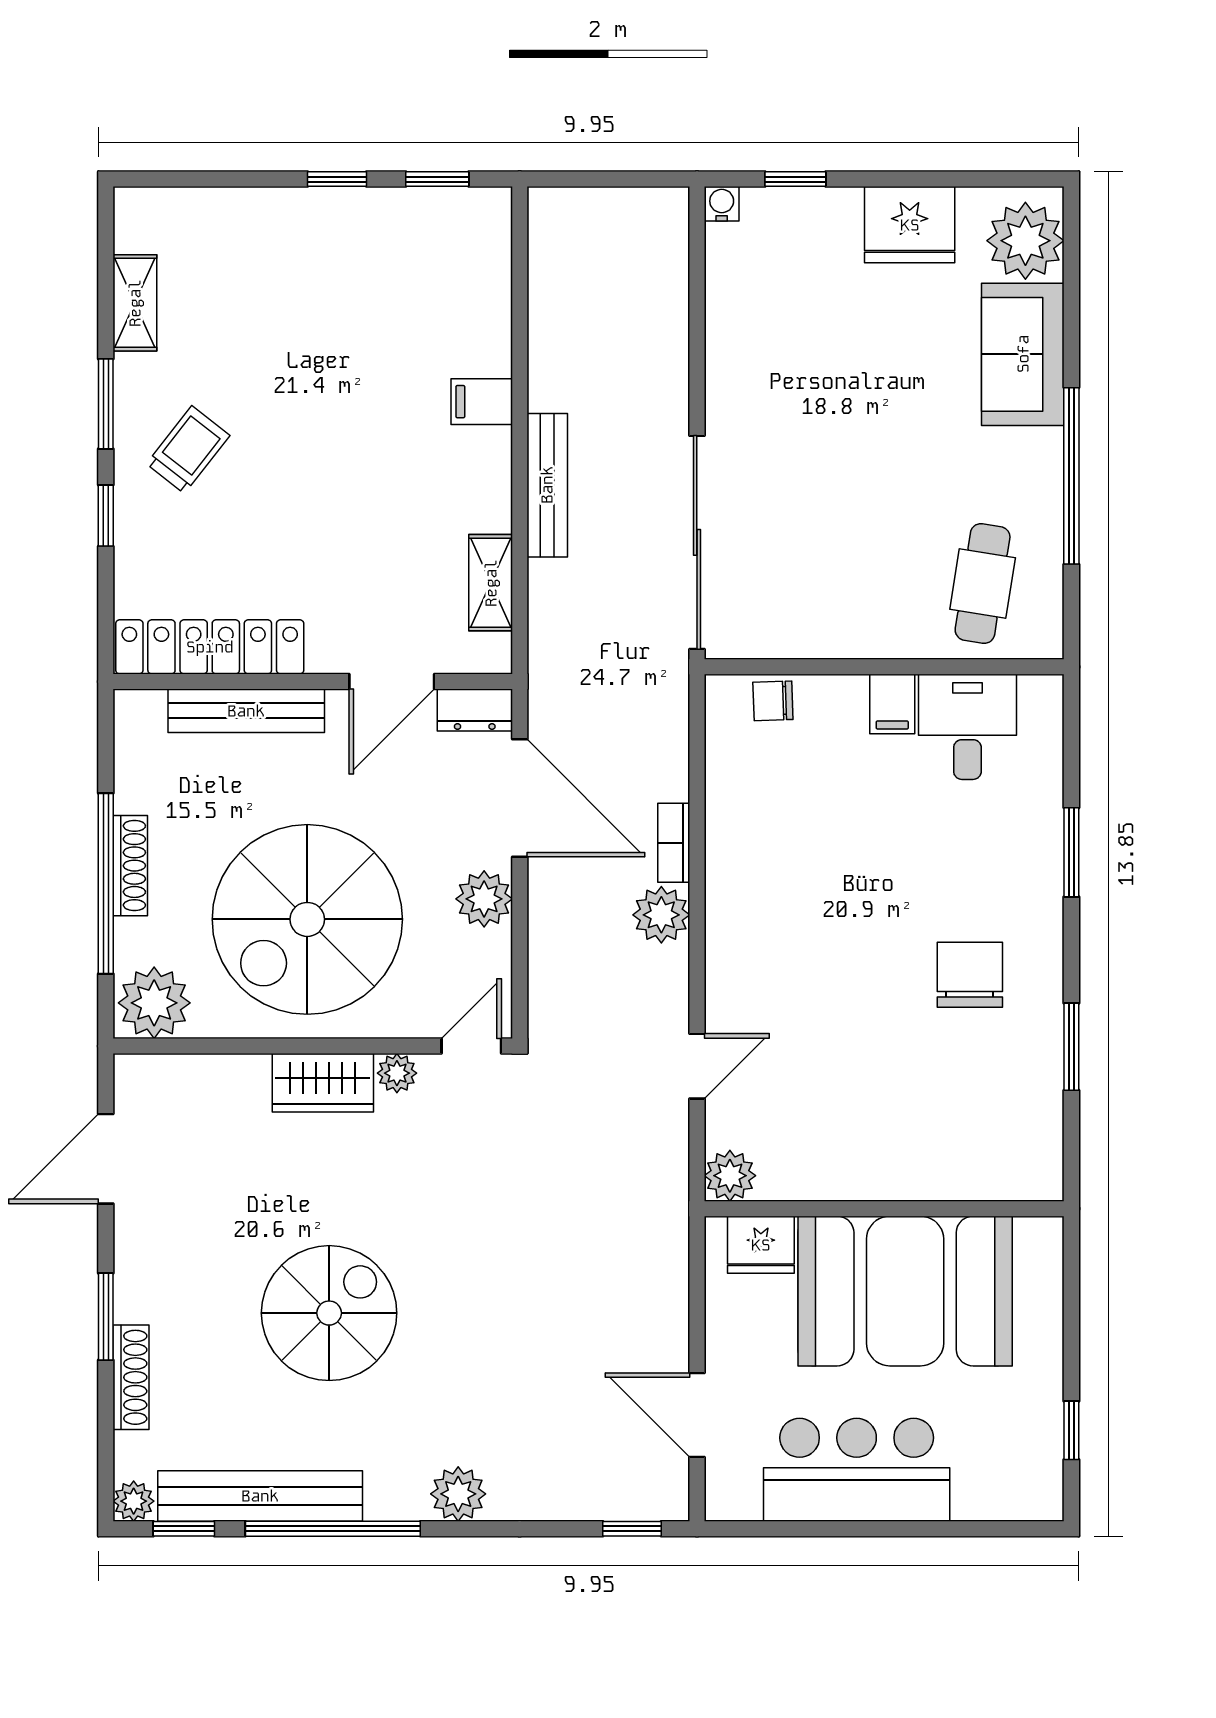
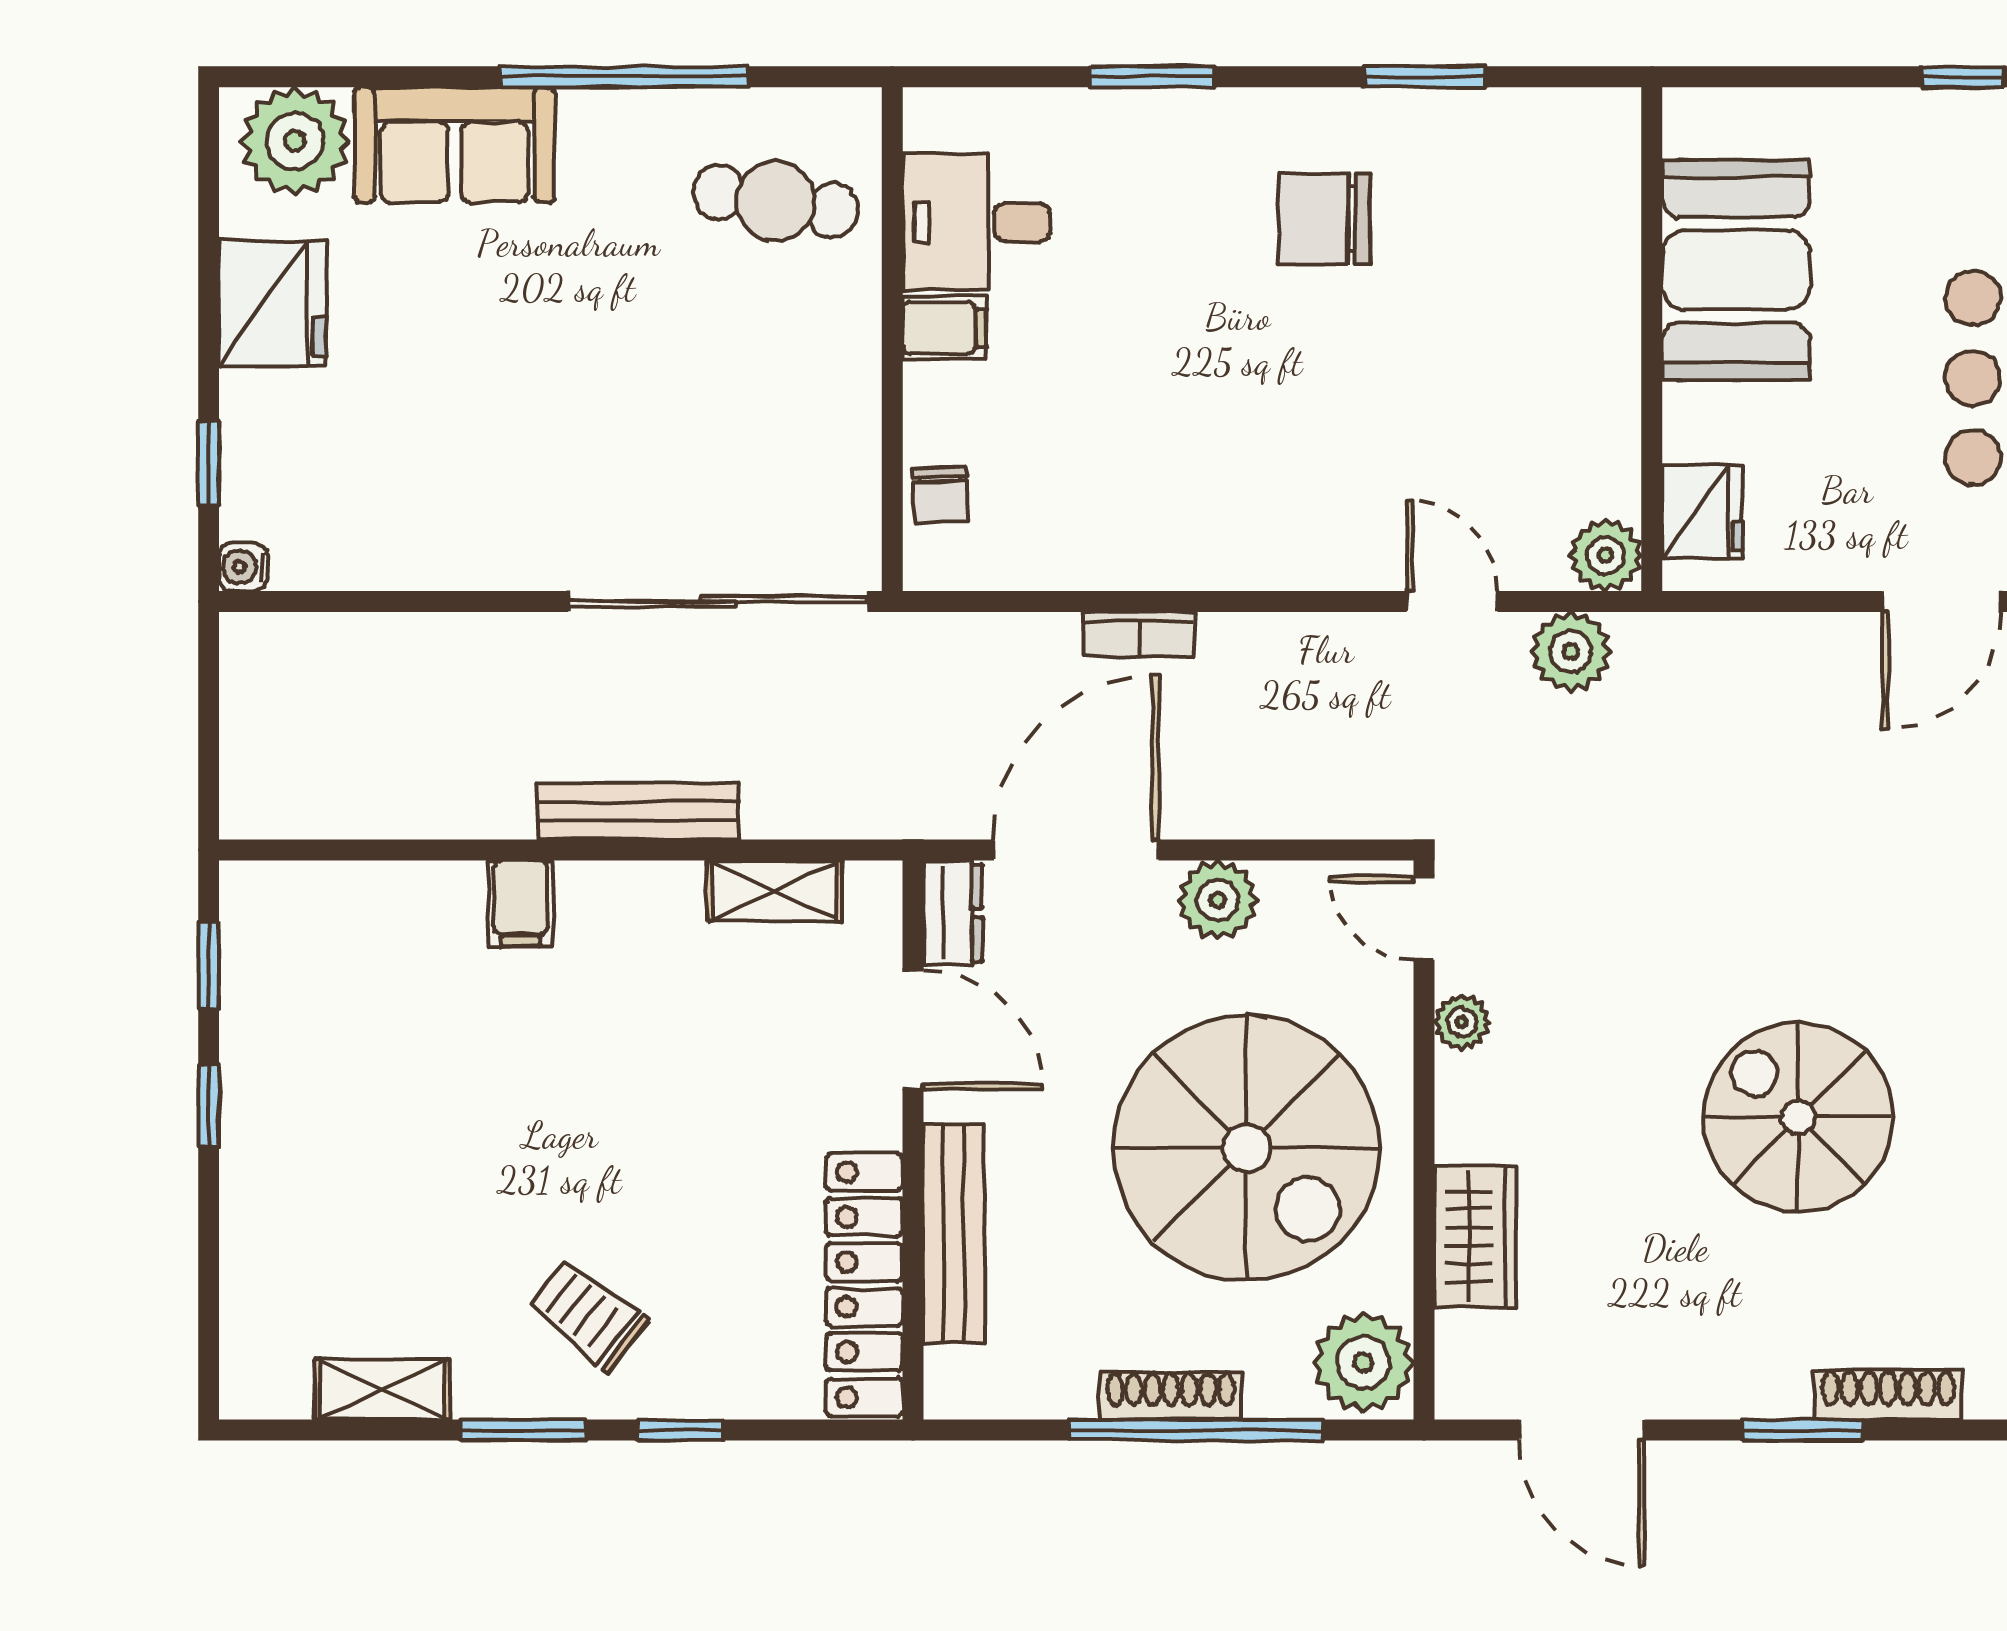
plant: (661, 915) -> (1571, 652), moved
wardrobe: (323, 1083) -> (1475, 1237), moved
booth: (905, 1291) -> (1736, 270), width x0.73, depth x0.70

